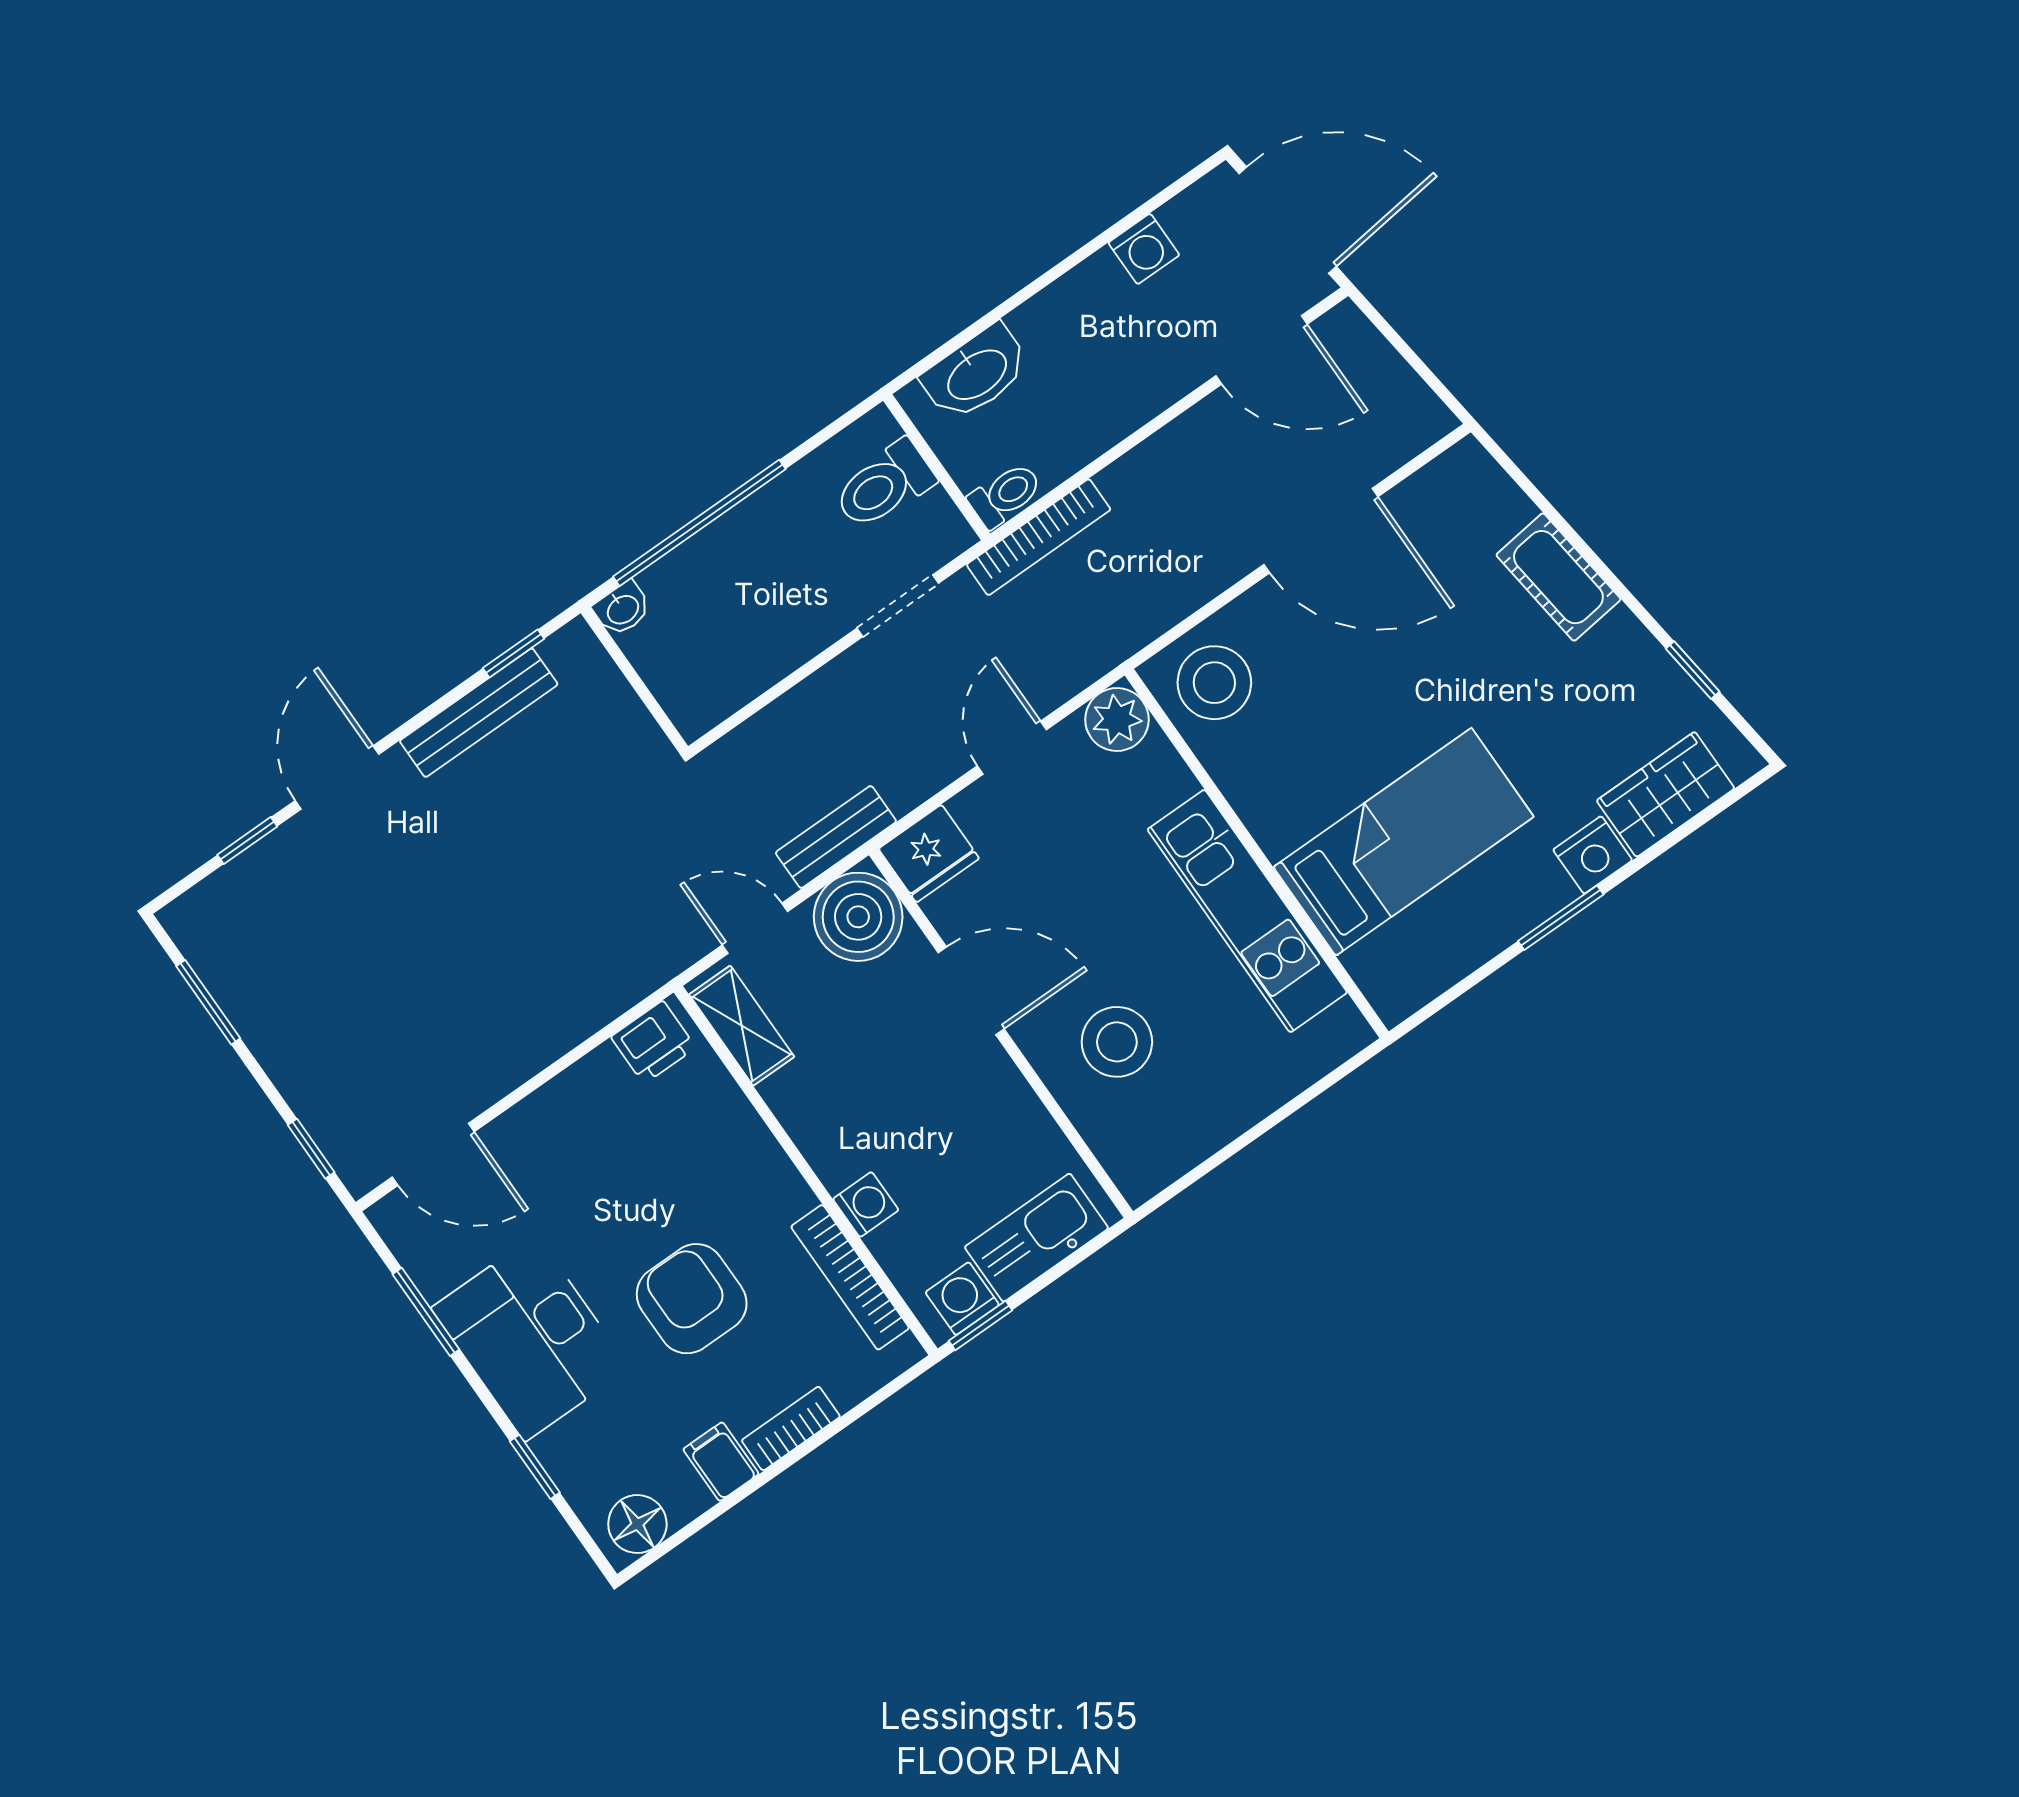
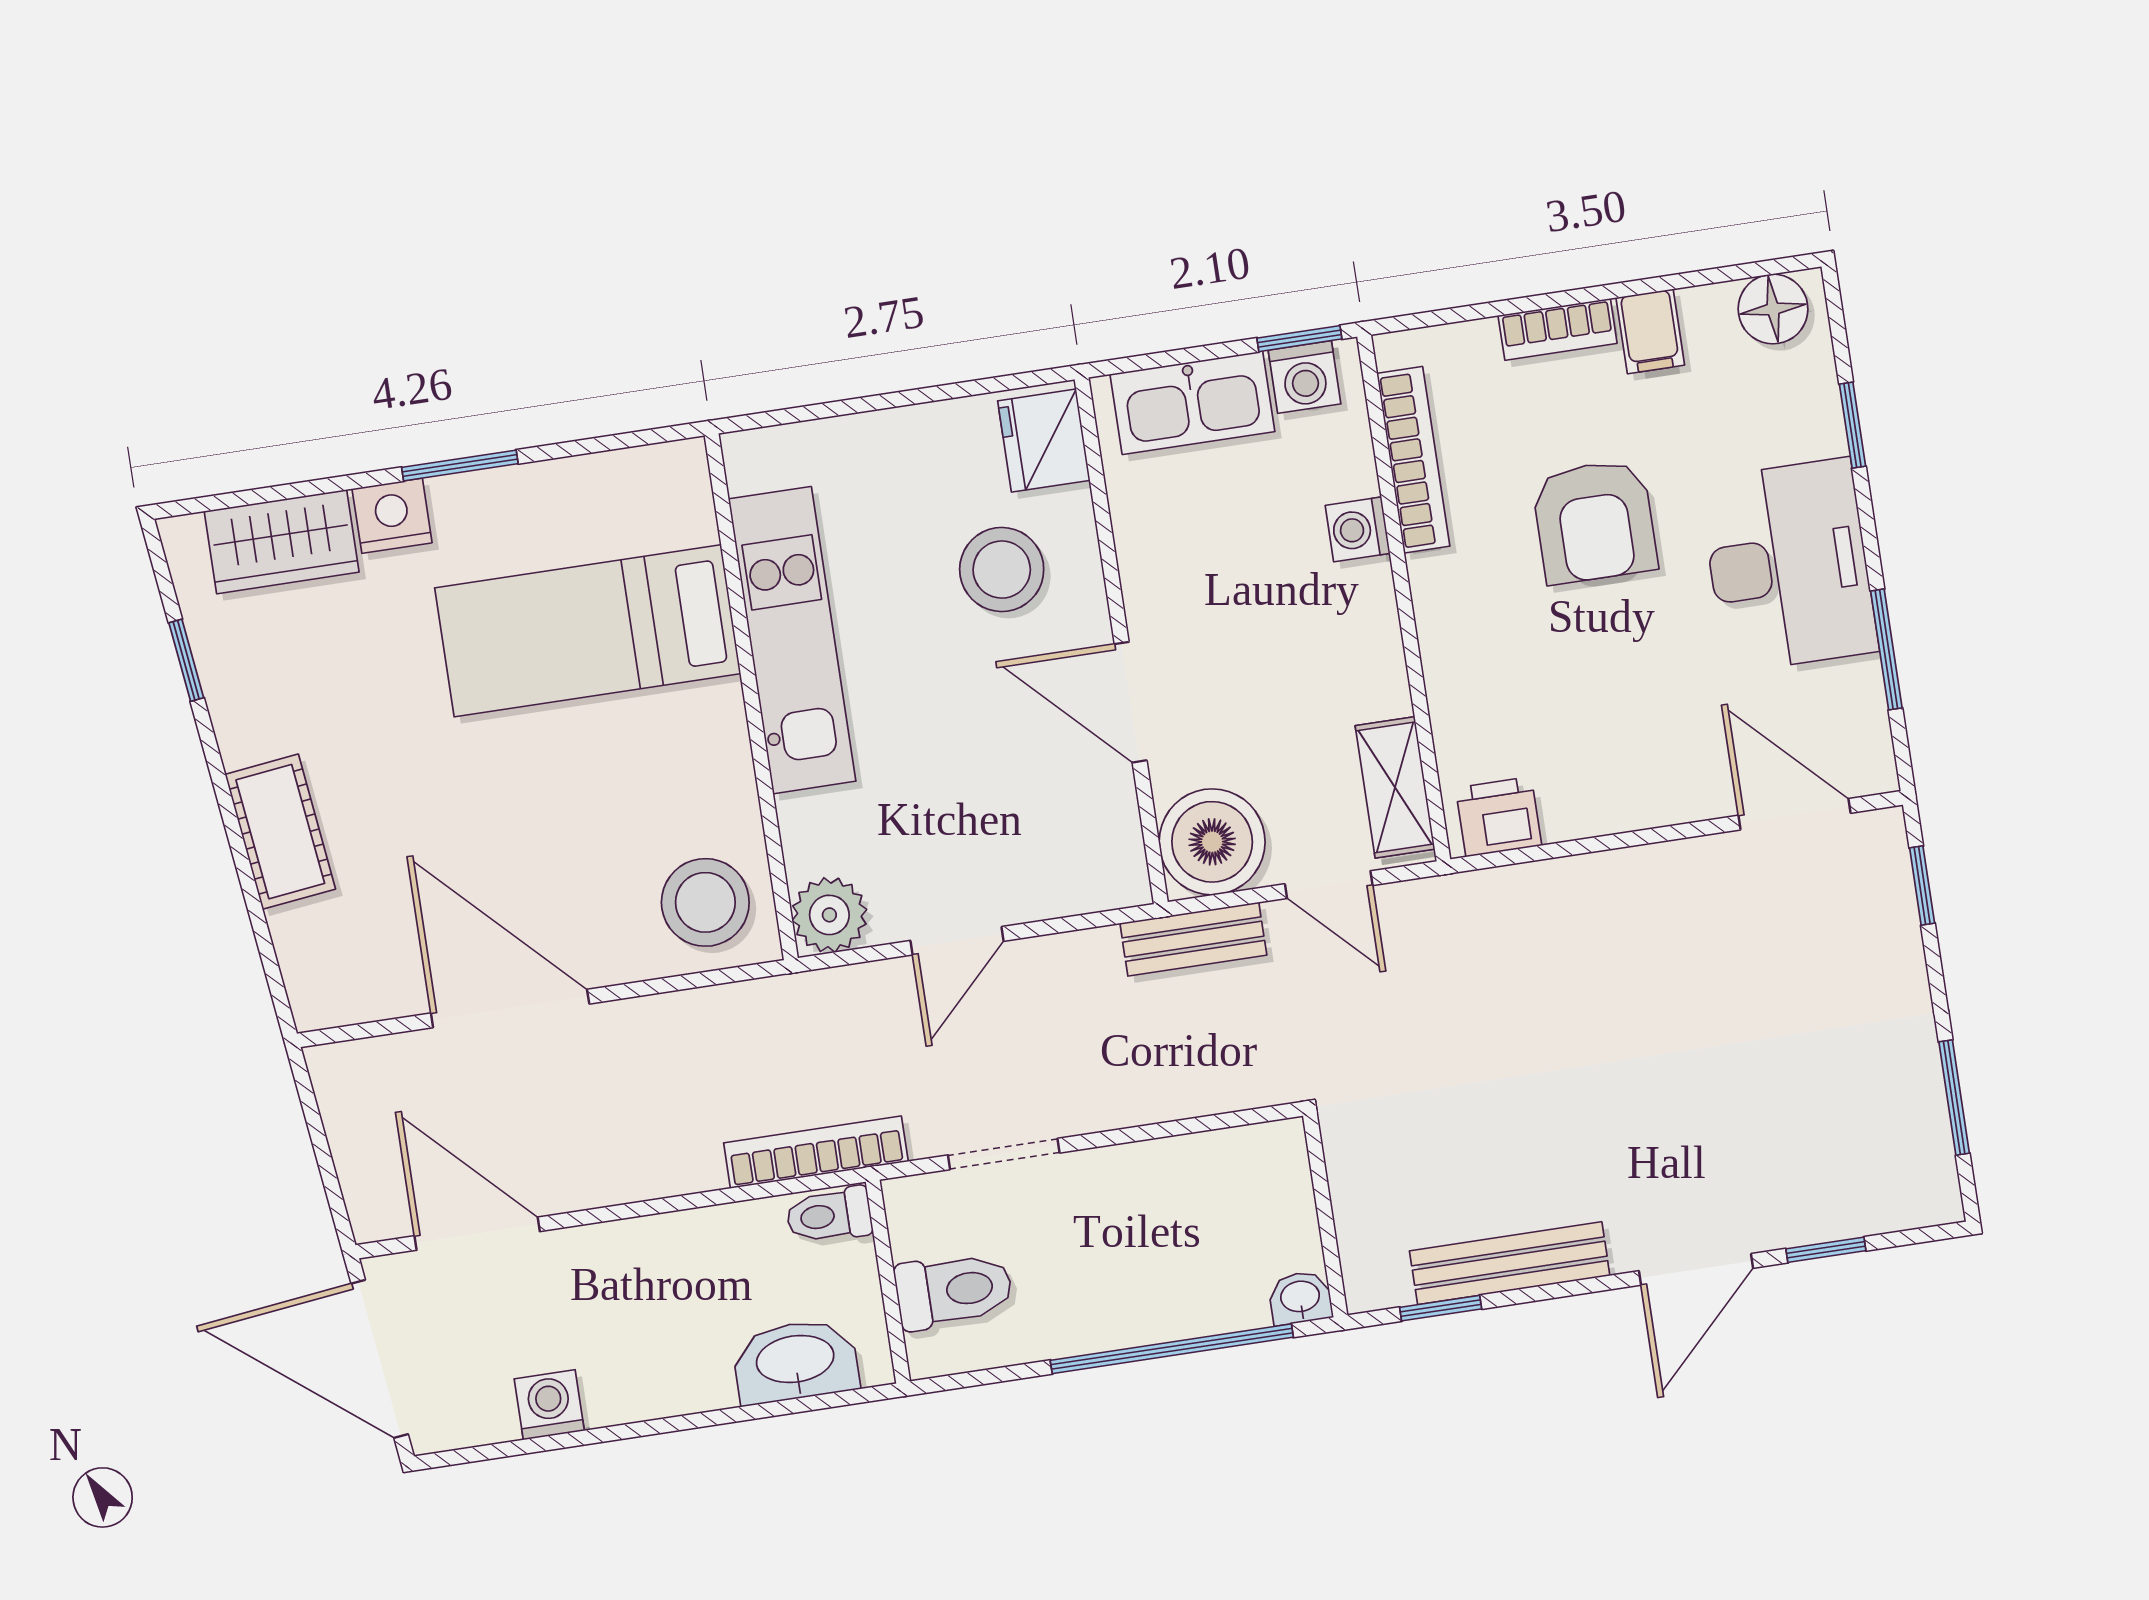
fridge: (929, 854) -> (1044, 441), moved, turned -90

